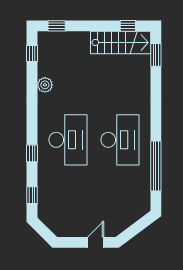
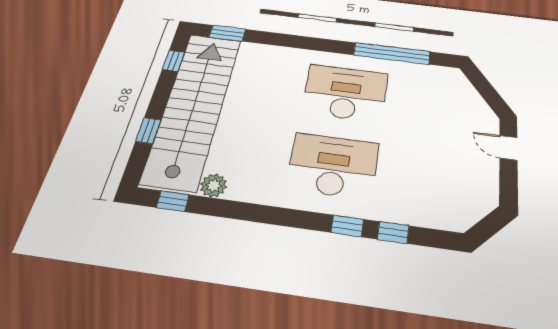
window: (57, 26) -> (148, 131), moved
stairs: (121, 42) -> (193, 108), width x1.86, depth x1.51
plant: (45, 85) -> (214, 186), moved
window: (32, 195) -> (393, 232), moved

